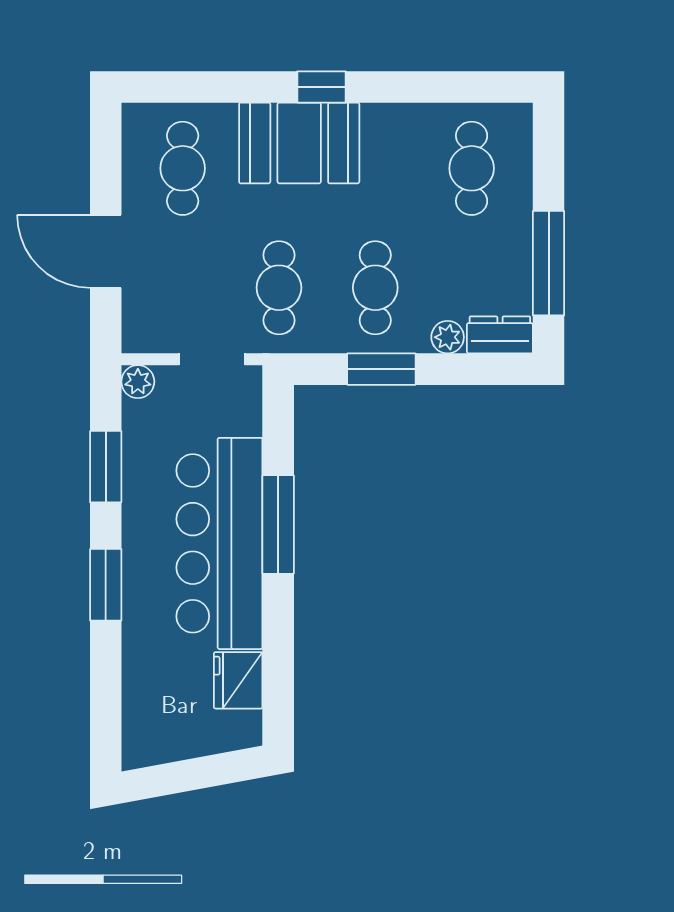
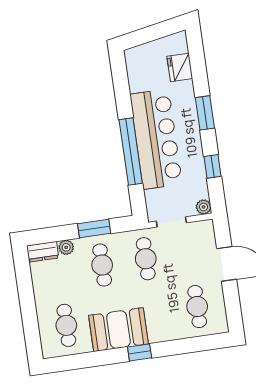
booth: (299, 143) -> (118, 330), moved
window: (549, 263) -> (25, 287), removed
window: (106, 467) -> (213, 166), width x0.67
window: (278, 524) -> (131, 151), width x1.46
fridge: (238, 680) -> (180, 67), moved, turned 180

